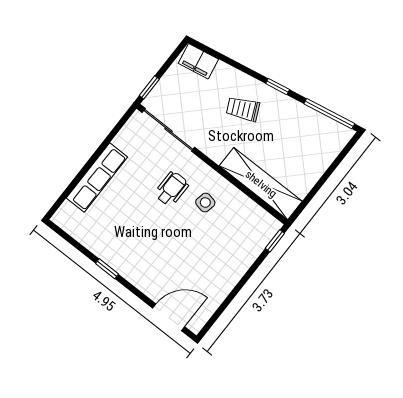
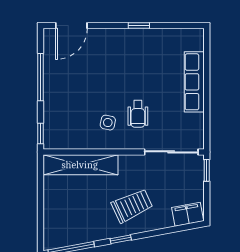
trolley: (243, 109) -> (132, 206), width x1.36, depth x1.39
window: (234, 292) -> (40, 77), added

